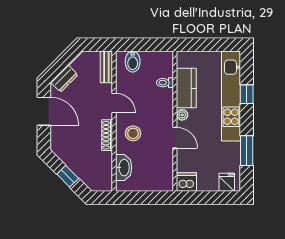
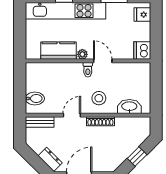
toilet: (165, 83) -> (88, 70), moved
door: (175, 138) -> (103, 61), hinge flipped

